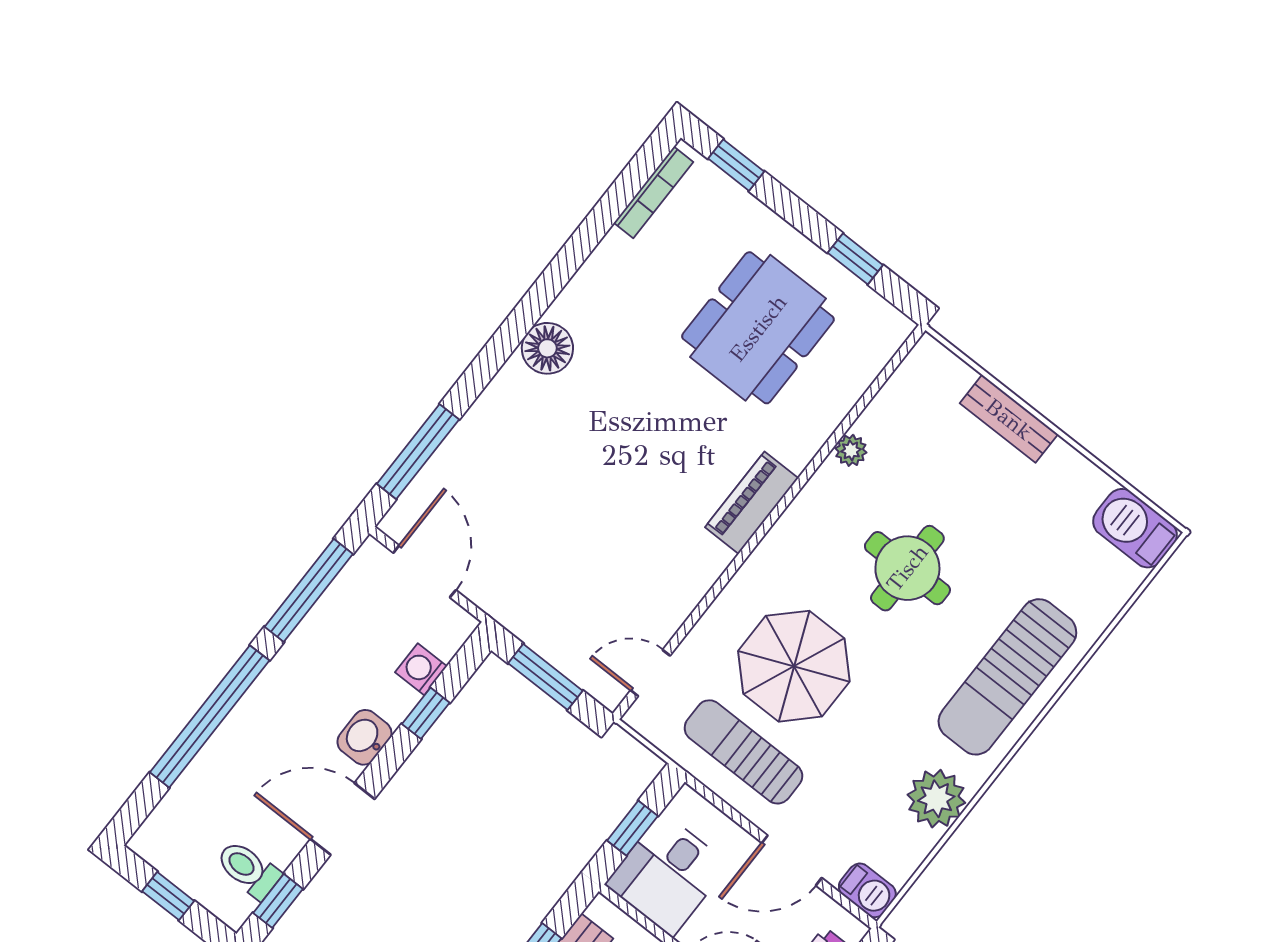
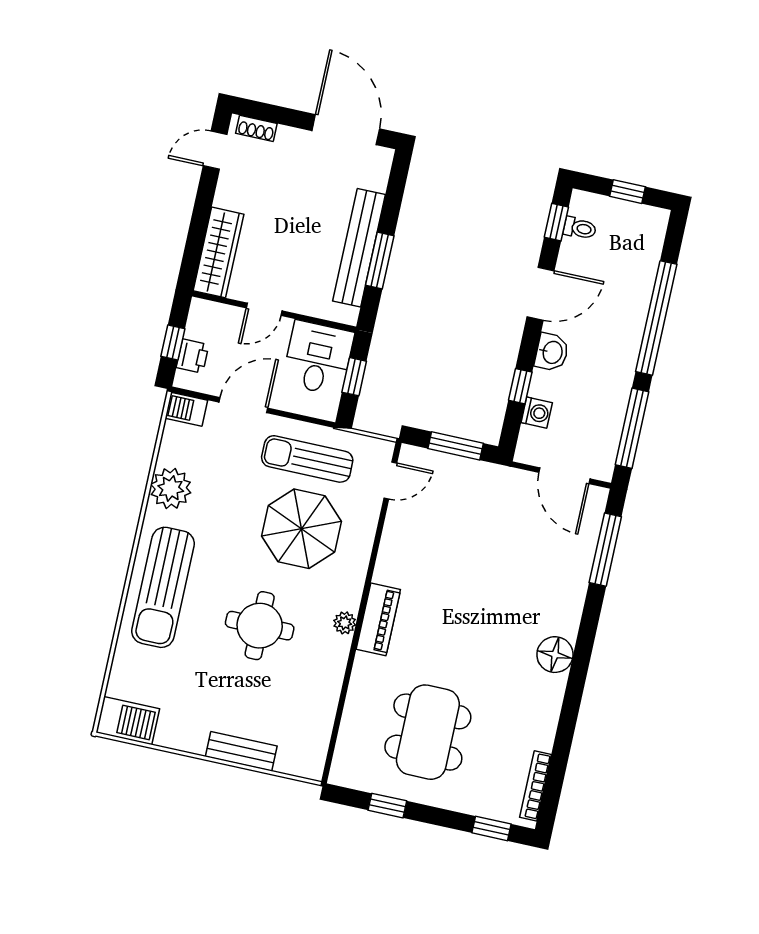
plant: (851, 450) -> (345, 623), moved
sun lounger: (1007, 677) -> (163, 587), turned 180
sun lounger: (743, 752) -> (307, 459), turned 180
toilet: (248, 869) -> (580, 228), width x0.73, depth x0.72

